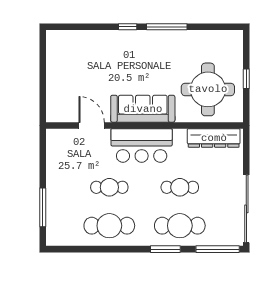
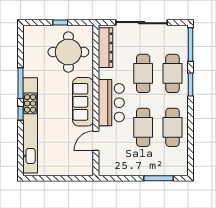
kitchen unit: (112, 39) -> (30, 125), added
cafe table: (109, 187) -> (143, 127), width x1.37, depth x1.35
cafe table: (180, 187) -> (143, 73), width x1.37, depth x1.35
sliding door: (246, 209) -> (142, 23), moved

